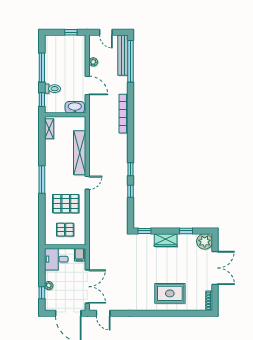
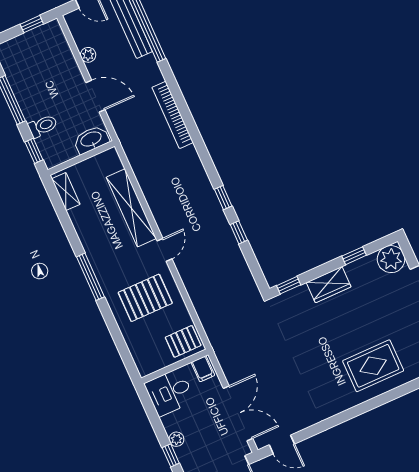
pallet: (65, 230) -> (183, 341), moved

